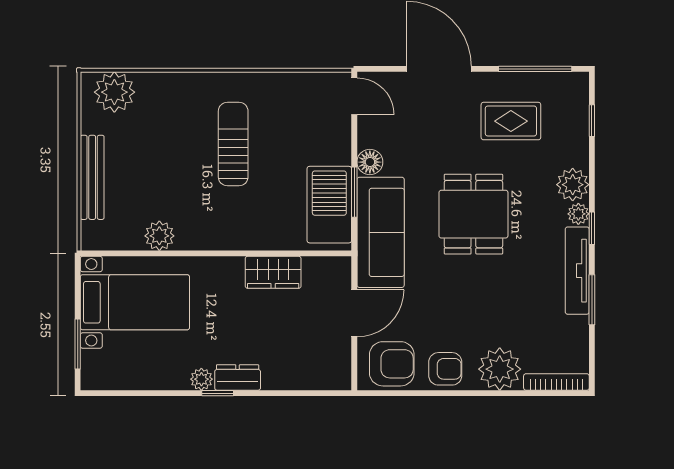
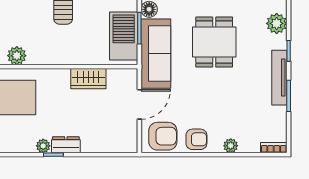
plant: (578, 214) -> (280, 42), removed
plant: (500, 369) -> (231, 146), width x0.53, depth x0.53
bookcase: (556, 382) -> (274, 148), width x0.64

